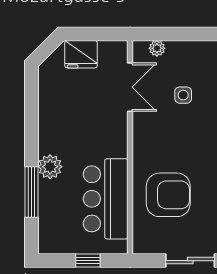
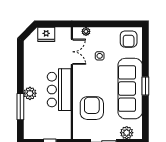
armchair: (168, 195) -> (92, 108), turned -90
bar counter: (106, 199) -> (59, 90), moved

